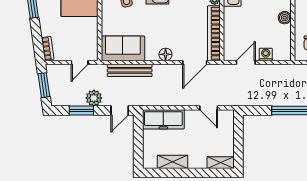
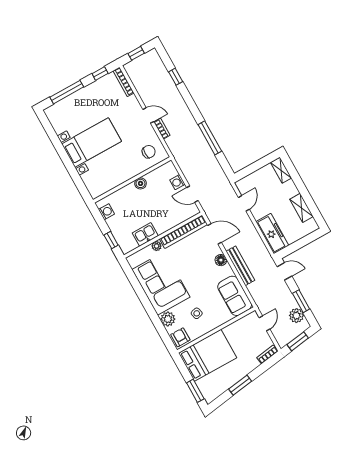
door: (80, 63) -> (265, 323), hinge flipped
bench: (130, 70) -> (240, 266), moved
plant: (94, 98) -> (296, 316), moved

